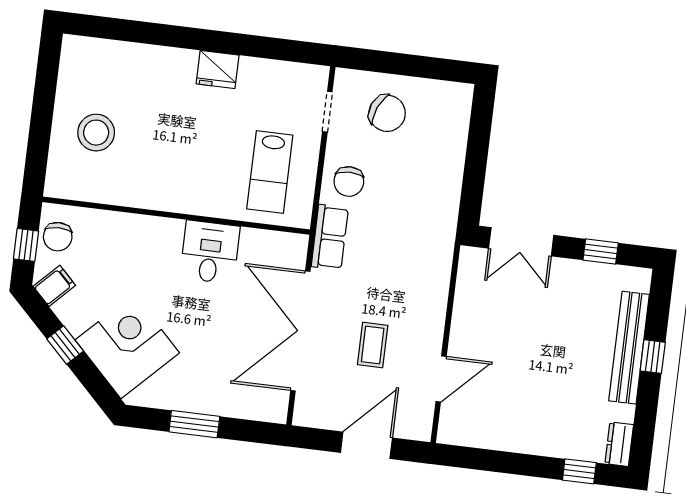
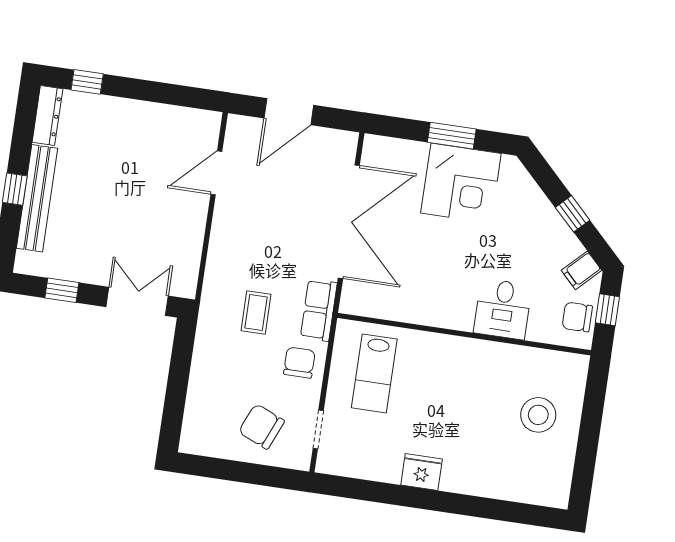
lab bench: (270, 172) -> (374, 373), turned 180
chair: (58, 237) -> (577, 317), turned -90
desk: (210, 252) -> (503, 309), moved
coffee table: (373, 345) -> (256, 313), moved
corner desk: (127, 346) -> (461, 183), moved, turned -45
dresser: (619, 444) -> (47, 115), width x1.44

